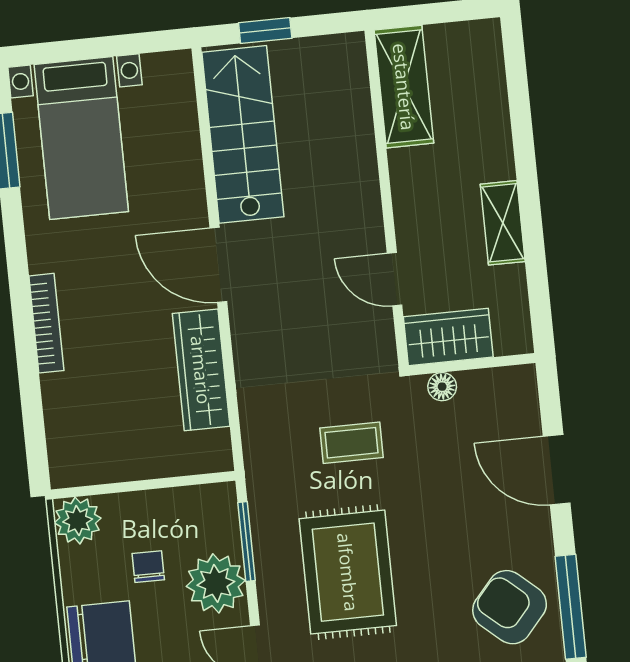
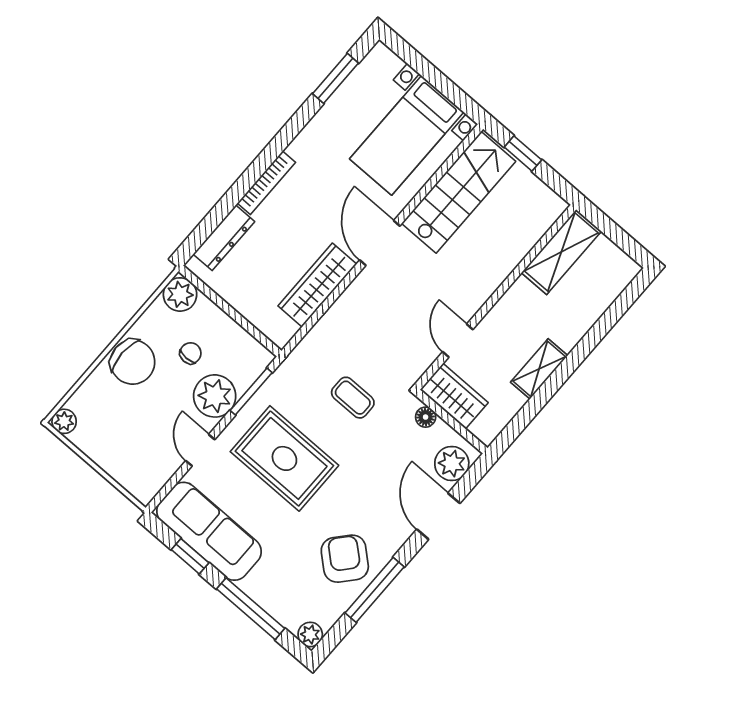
bed with nightstands: (81, 138) -> (407, 135), moved
plant: (515, 405) -> (452, 463), added
dresser: (62, 420) -> (224, 238), added
rug: (348, 572) -> (284, 458), turned 90

